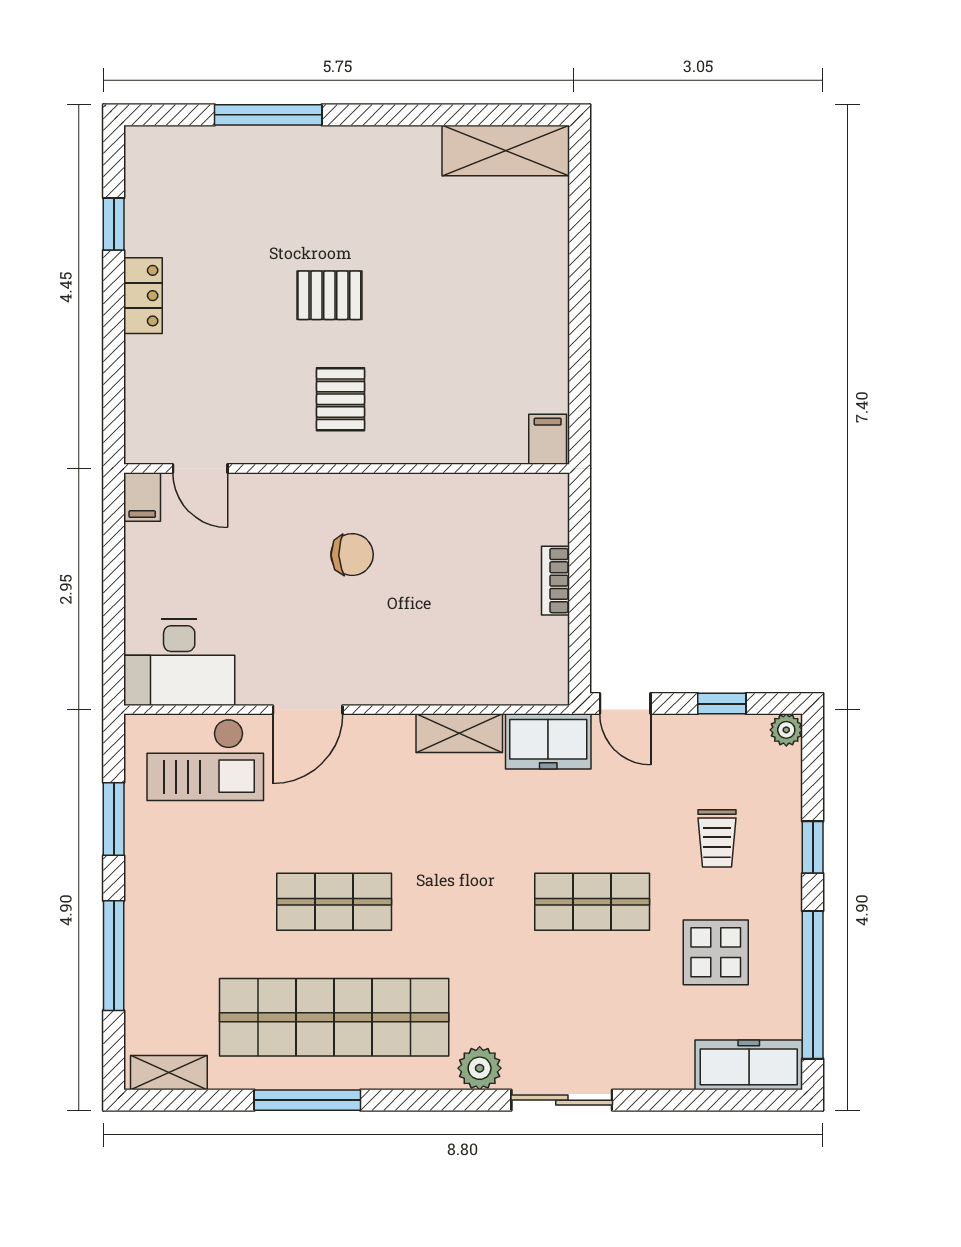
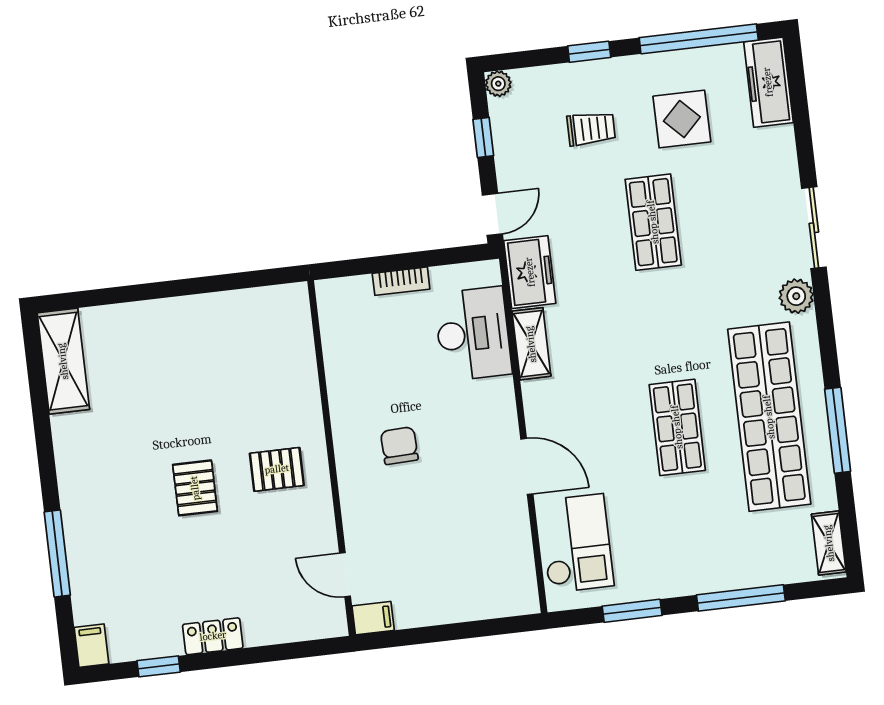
filing cabinet: (548, 439) -> (91, 646), moved, turned 90
door: (200, 468) -> (345, 575), swing flipped
desk: (179, 662) -> (473, 334), moved

